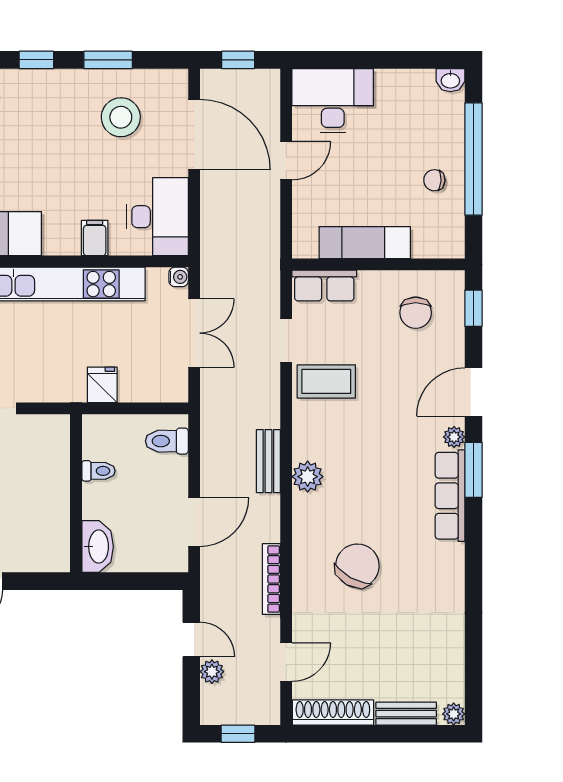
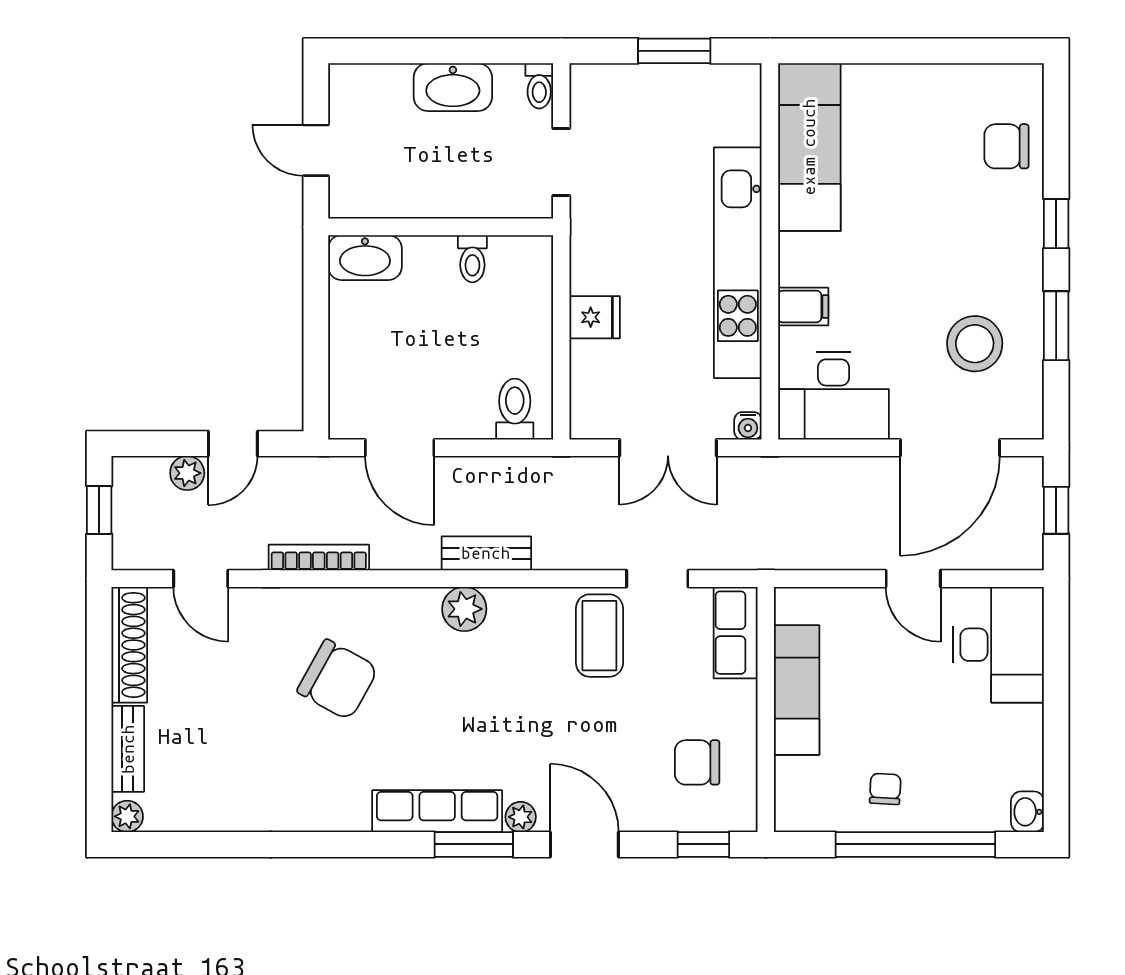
toilet: (98, 471) -> (472, 259), moved
wall: (76, 493) -> (441, 227), moved
washbasin: (98, 547) -> (365, 258), moved

